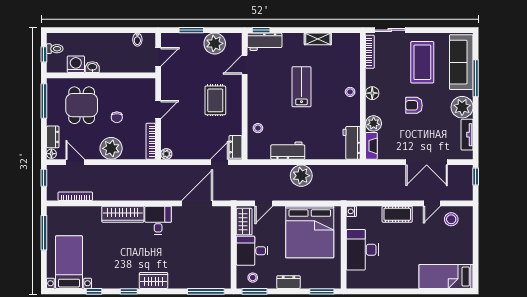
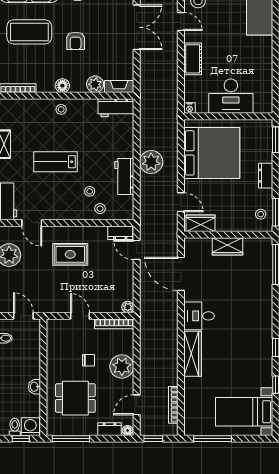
washing machine: (76, 64) -> (30, 427), moved, turned 90
stool: (274, 118) -> (90, 191), added
desk: (252, 251) -> (232, 215), removed
wardrobe: (154, 280) -> (227, 246), moved, turned -90

